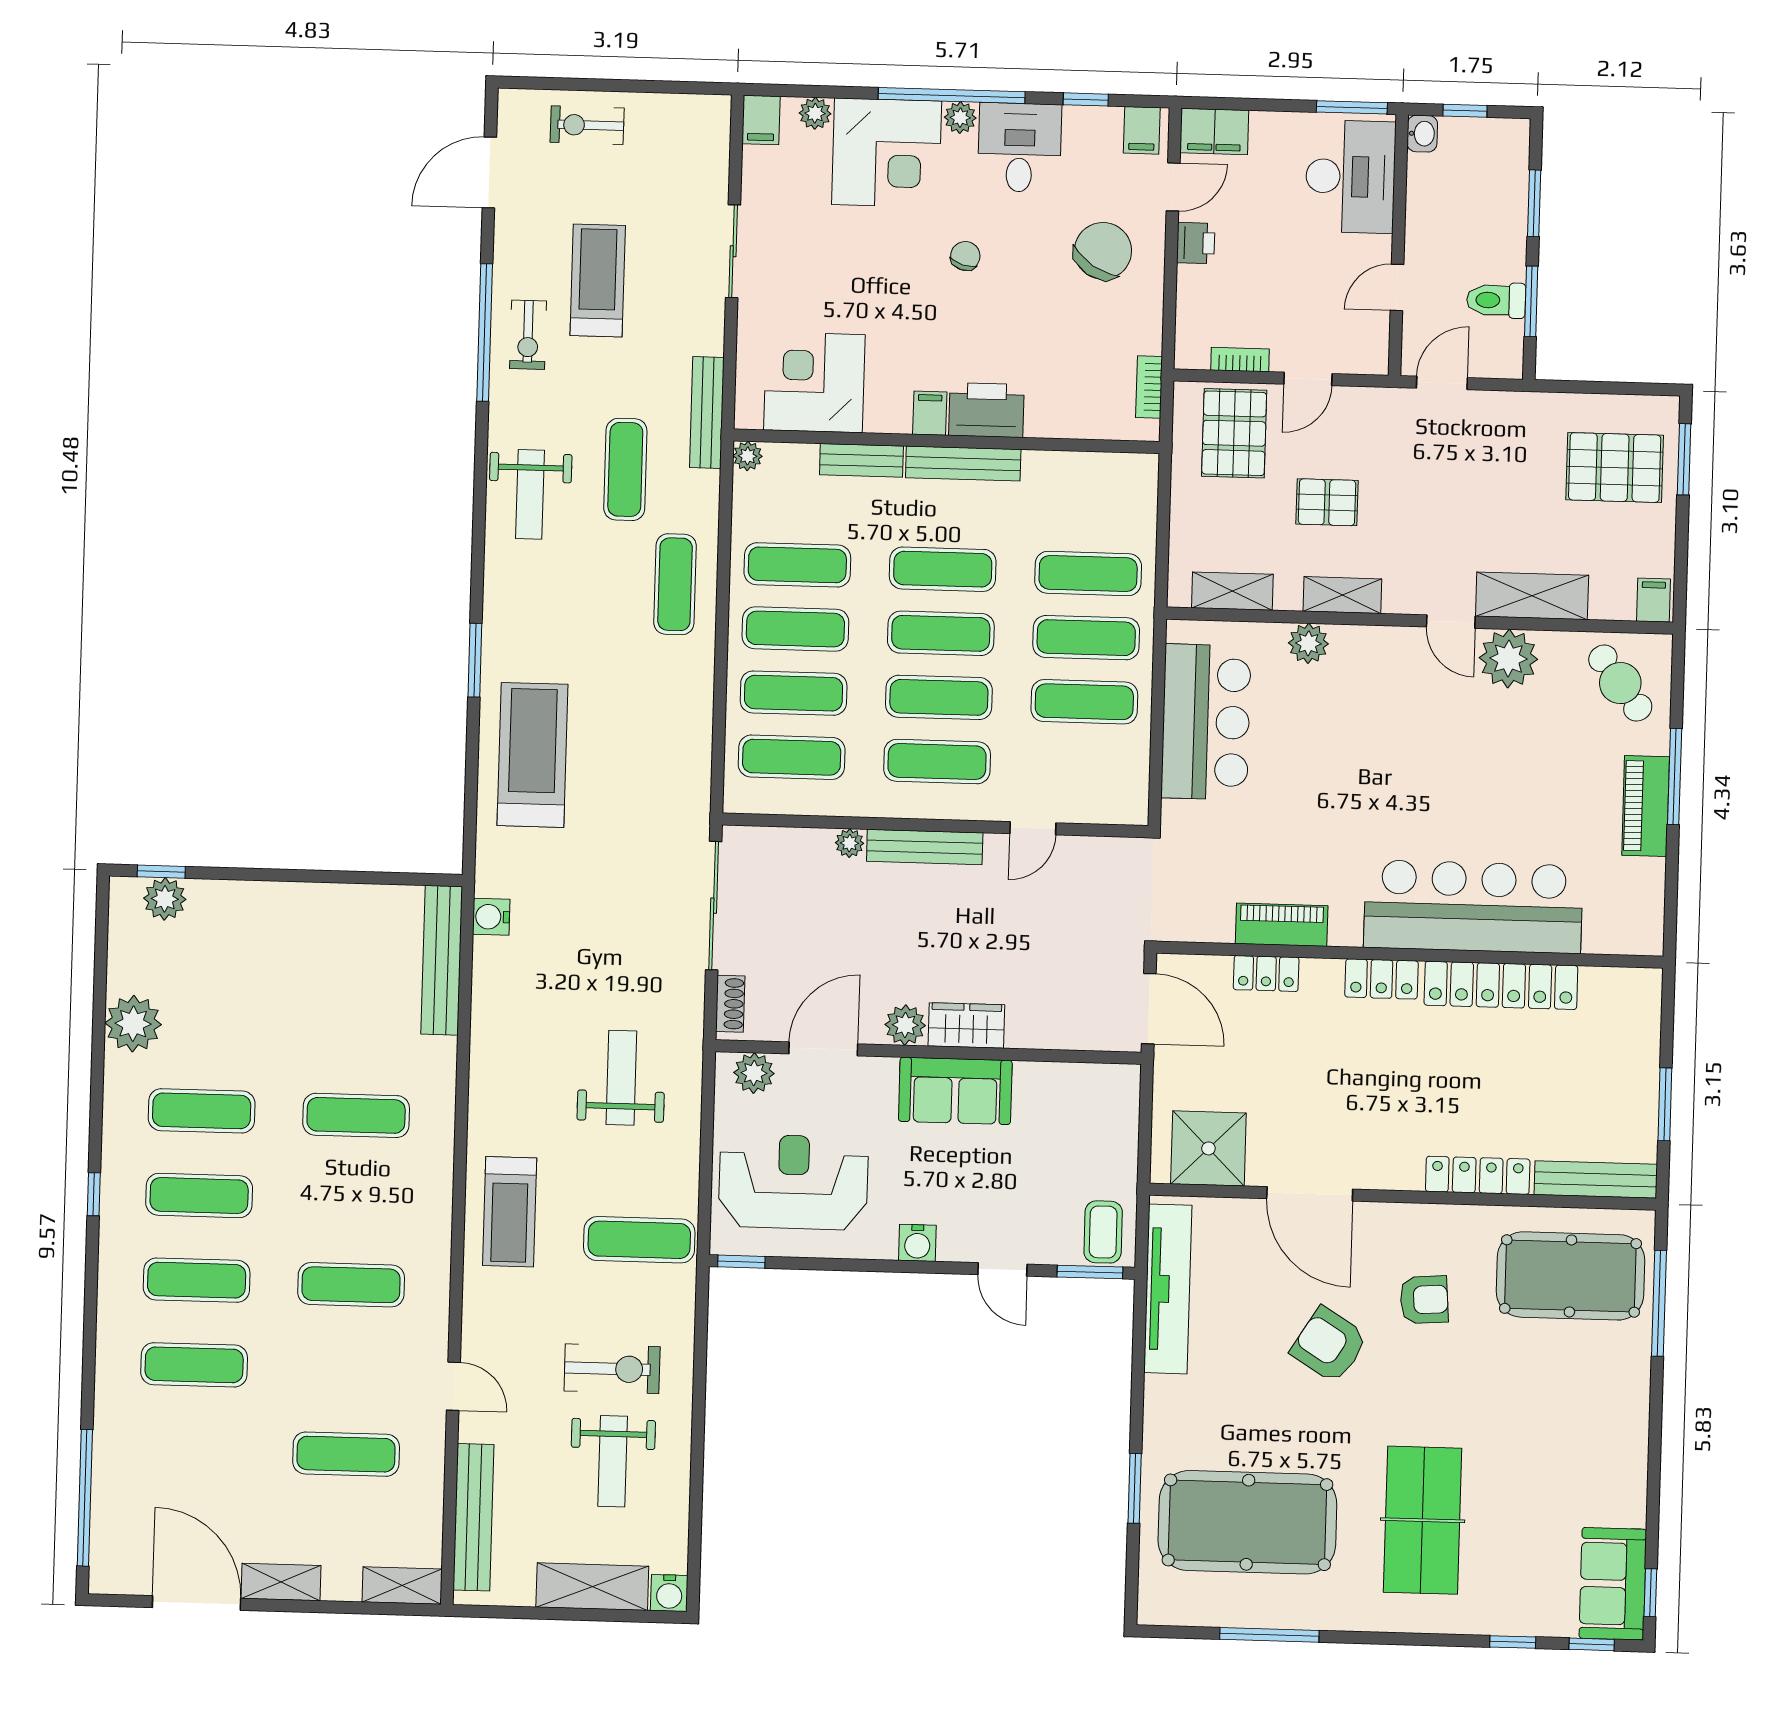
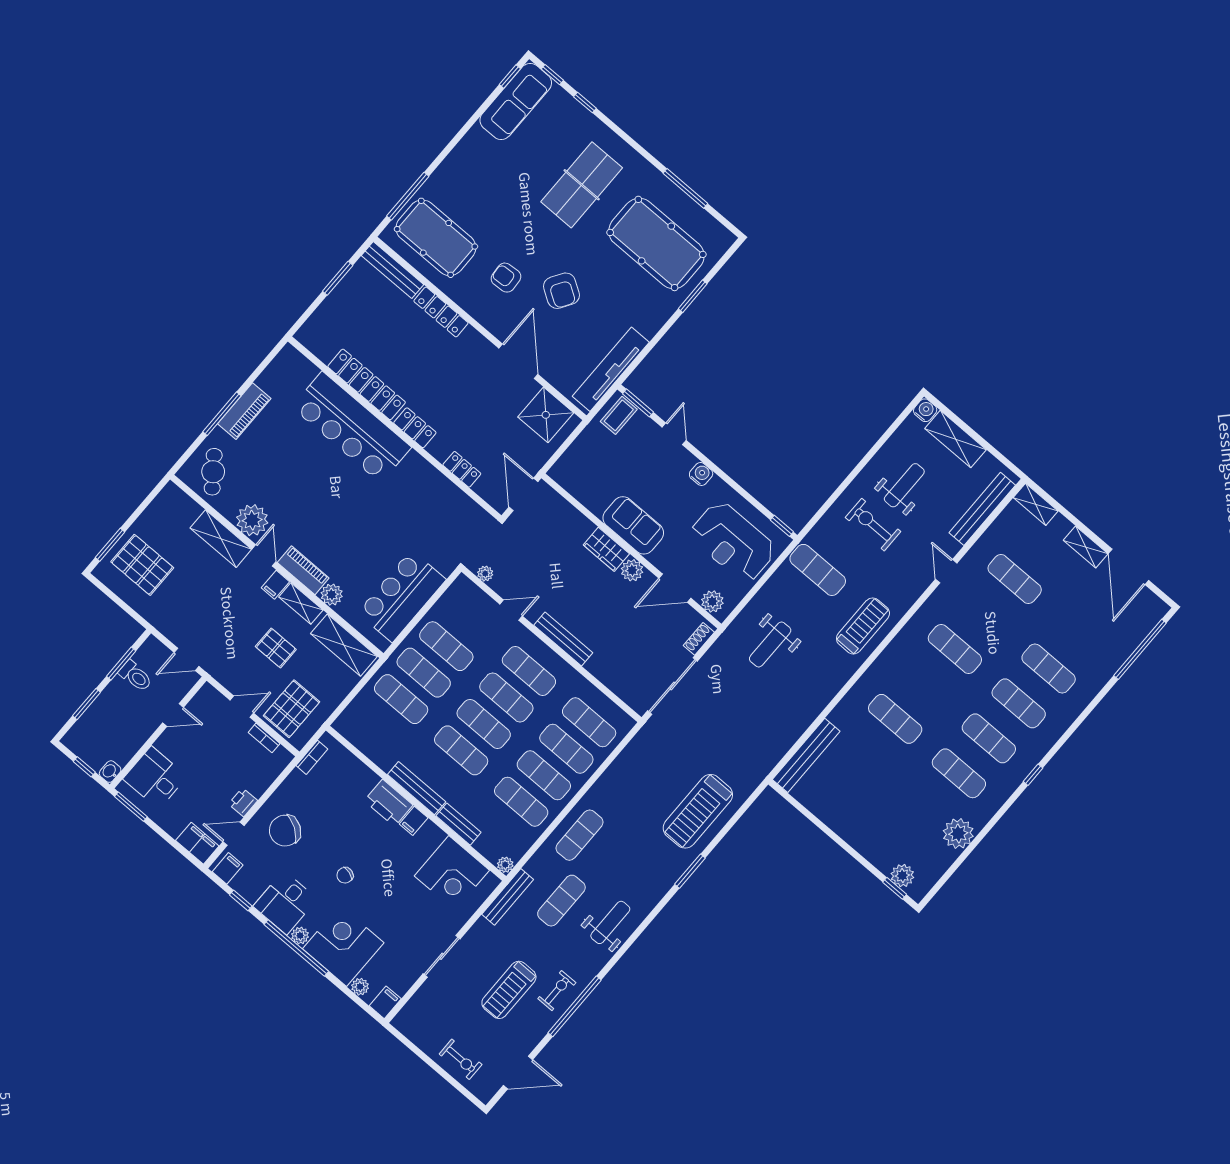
desk: (1350, 177) -> (155, 778), width x0.73
shelving: (1232, 591) -> (344, 645), width x1.50, depth x1.33
filing cabinet: (1653, 600) -> (275, 585), moved
plant: (850, 843) -> (485, 574), moved
water cooler: (491, 917) -> (770, 757), removed
piano: (1282, 925) -> (303, 570), moved, turned 180
sofa: (1613, 1584) -> (516, 101), width x1.36

